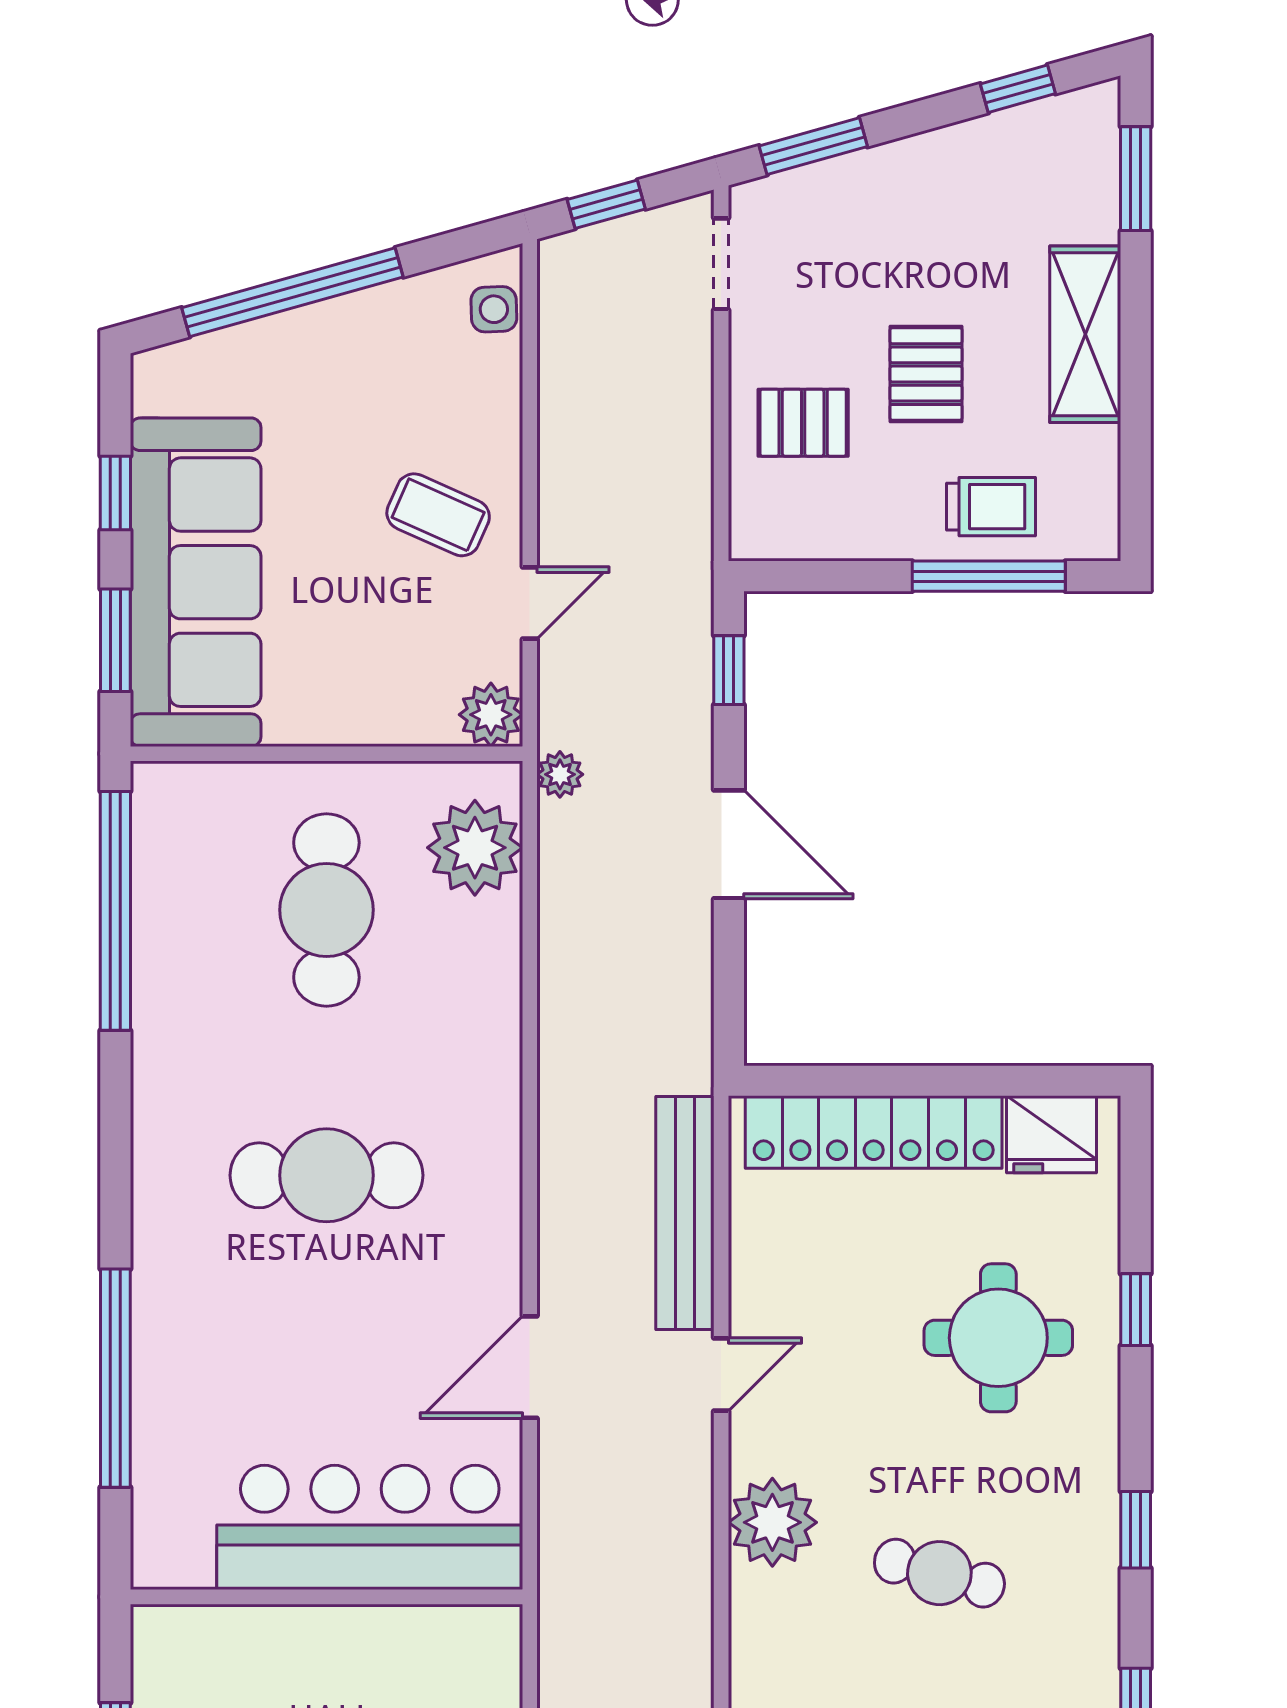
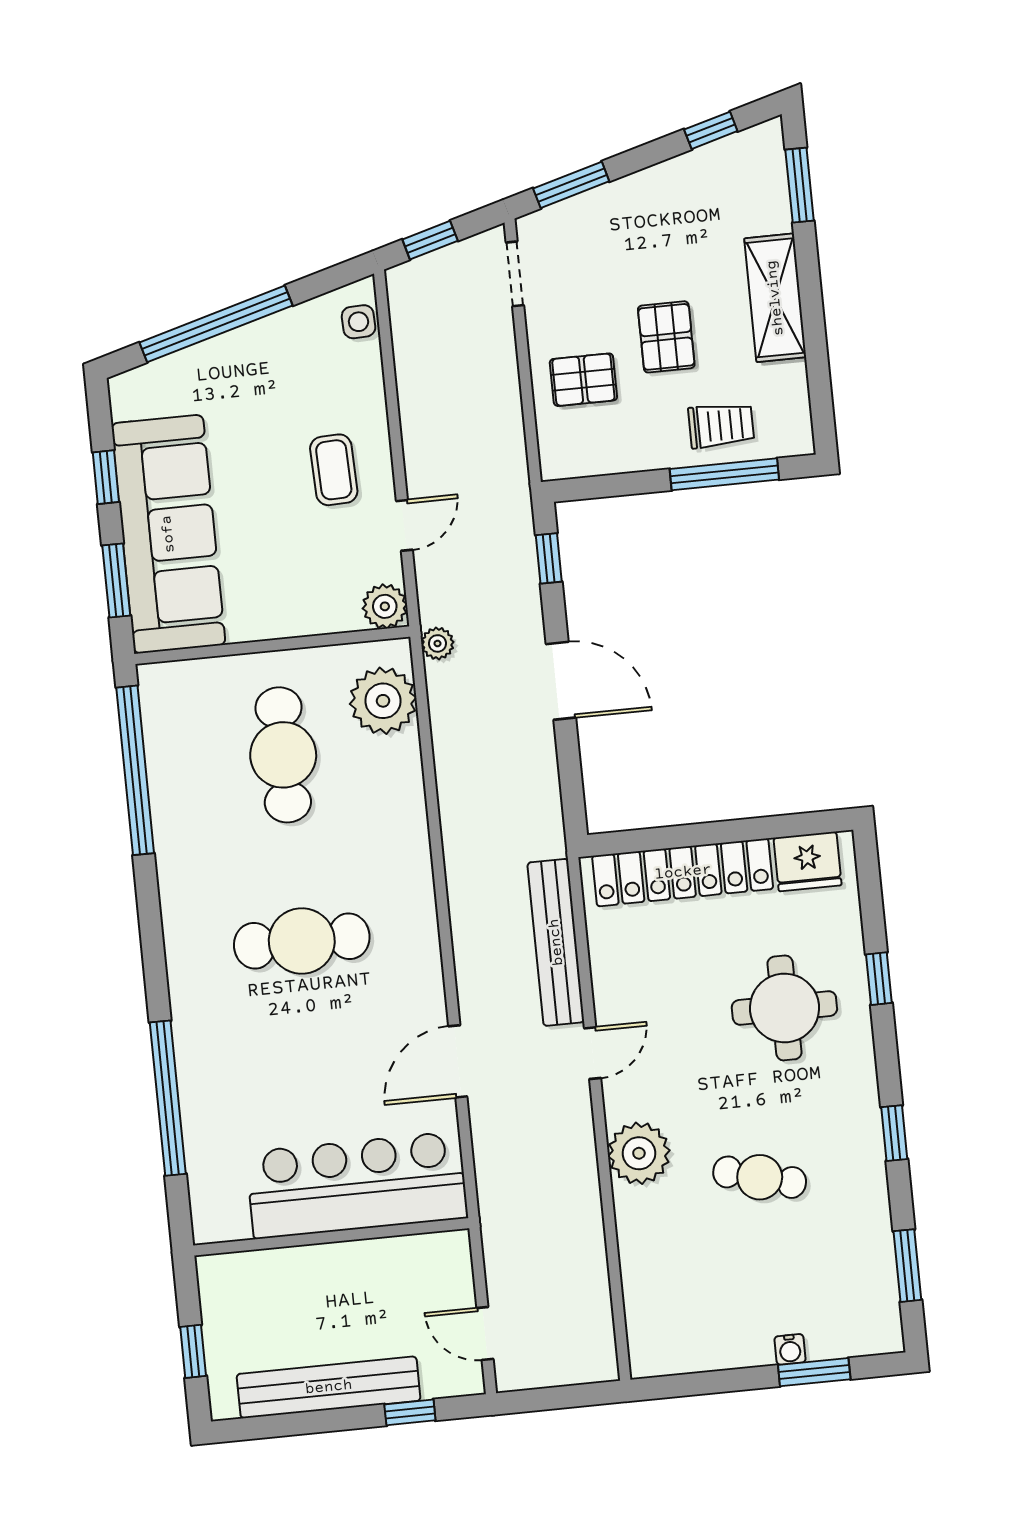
coffee table: (438, 515) -> (334, 470), turned 64

